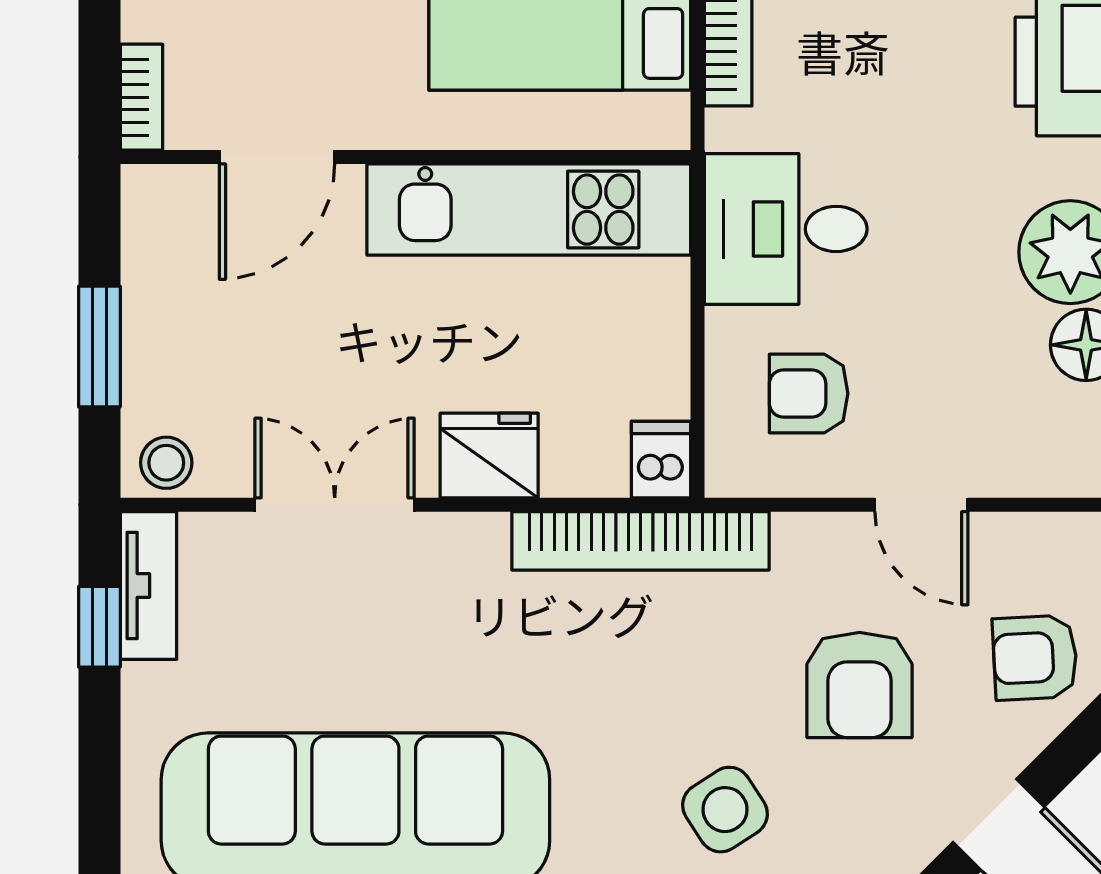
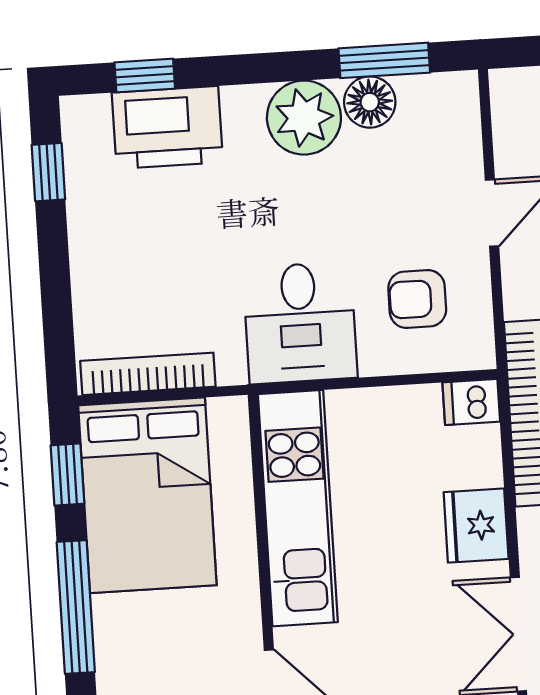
armchair: (809, 393) -> (417, 299), turned 90

